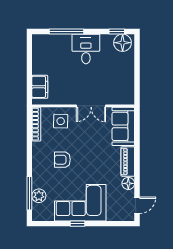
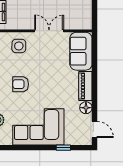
double door: (91, 106) -> (49, 31), swing flipped
door: (137, 205) -> (95, 129), hinge flipped
window: (77, 224) -> (63, 148), moved

